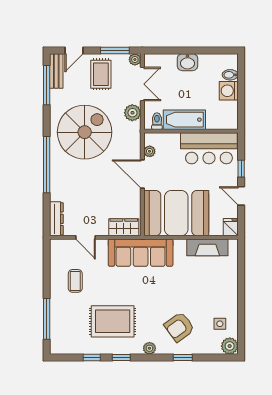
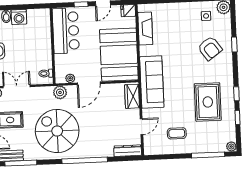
plant: (132, 113) -> (60, 92), moved
bathtub: (184, 120) -> (44, 52), removed
plant: (149, 348) -> (231, 147), moved

